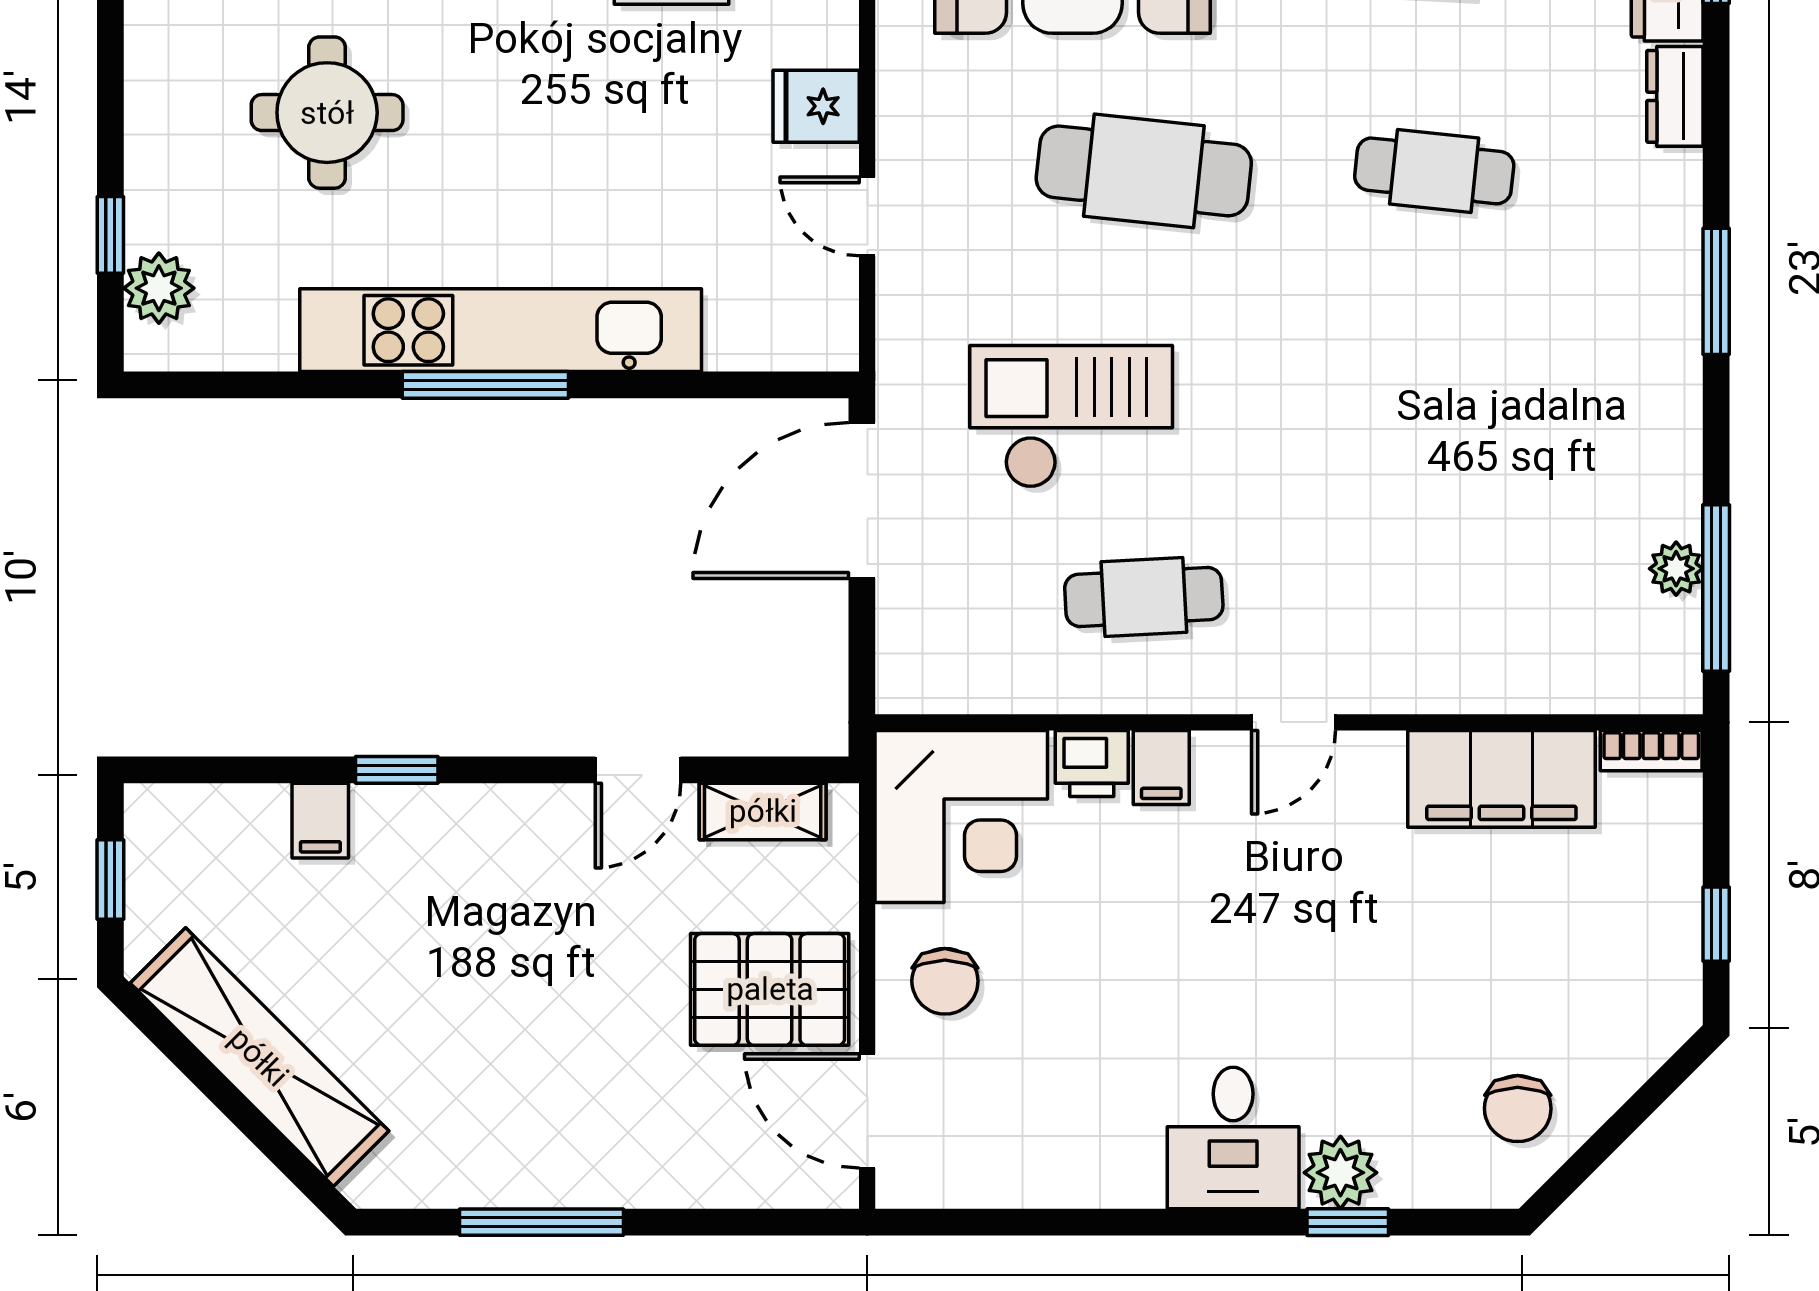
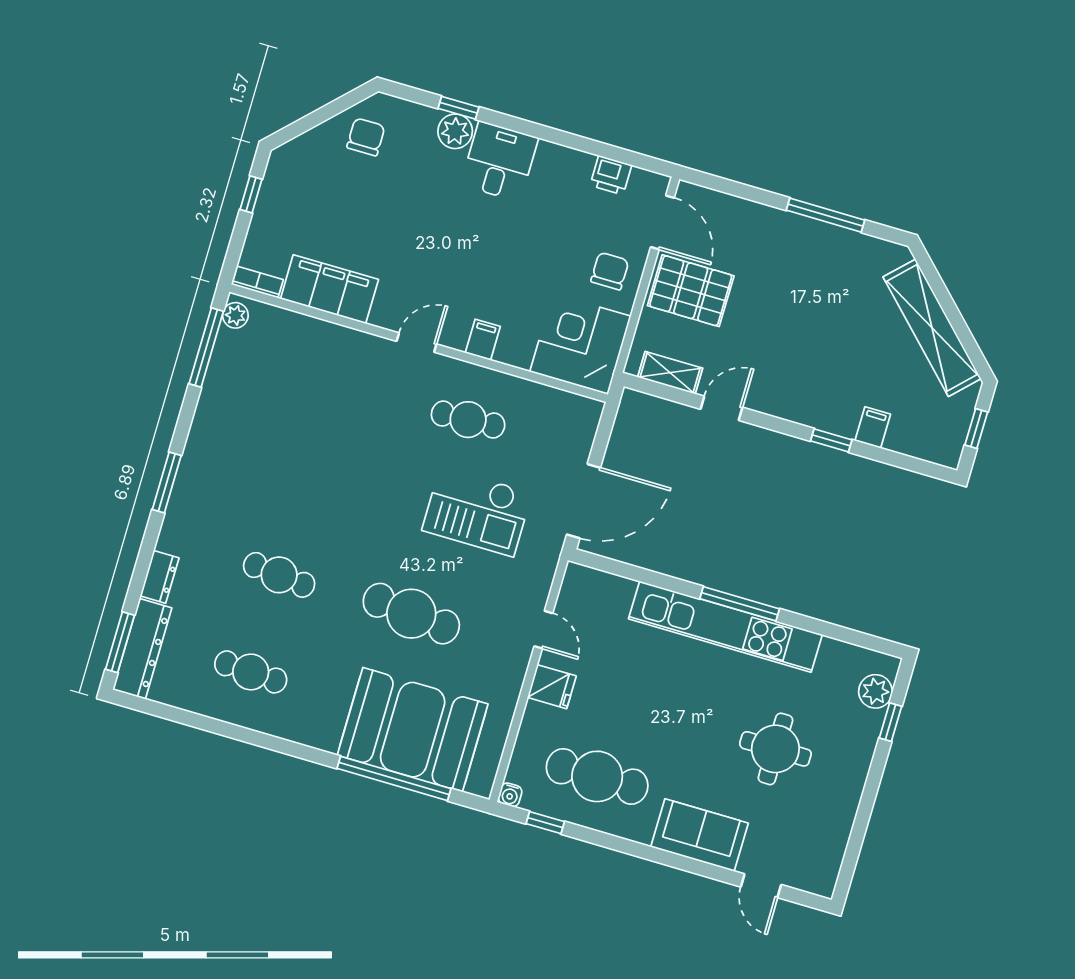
plant: (1676, 569) -> (235, 315), moved
printer: (1092, 763) -> (611, 175), moved, turned 180

